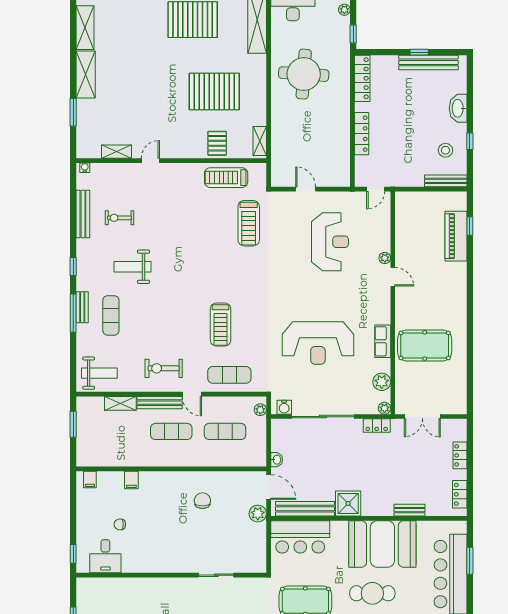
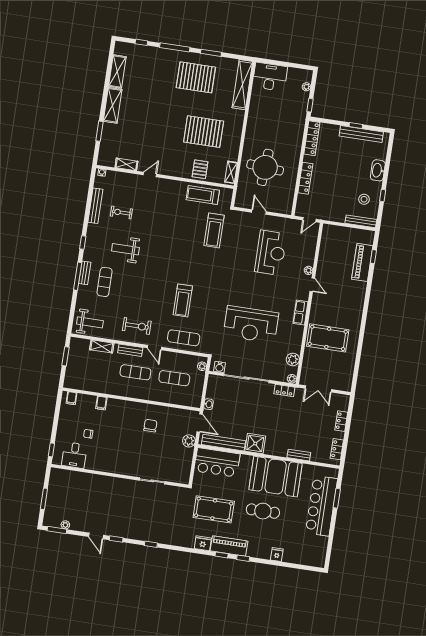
round table: (304, 74) -> (265, 167), moved
row of seats: (383, 341) -> (301, 313), moved
exercise bike: (164, 368) -> (137, 326), turned 180
bench: (160, 403) -> (130, 350), width x0.73

